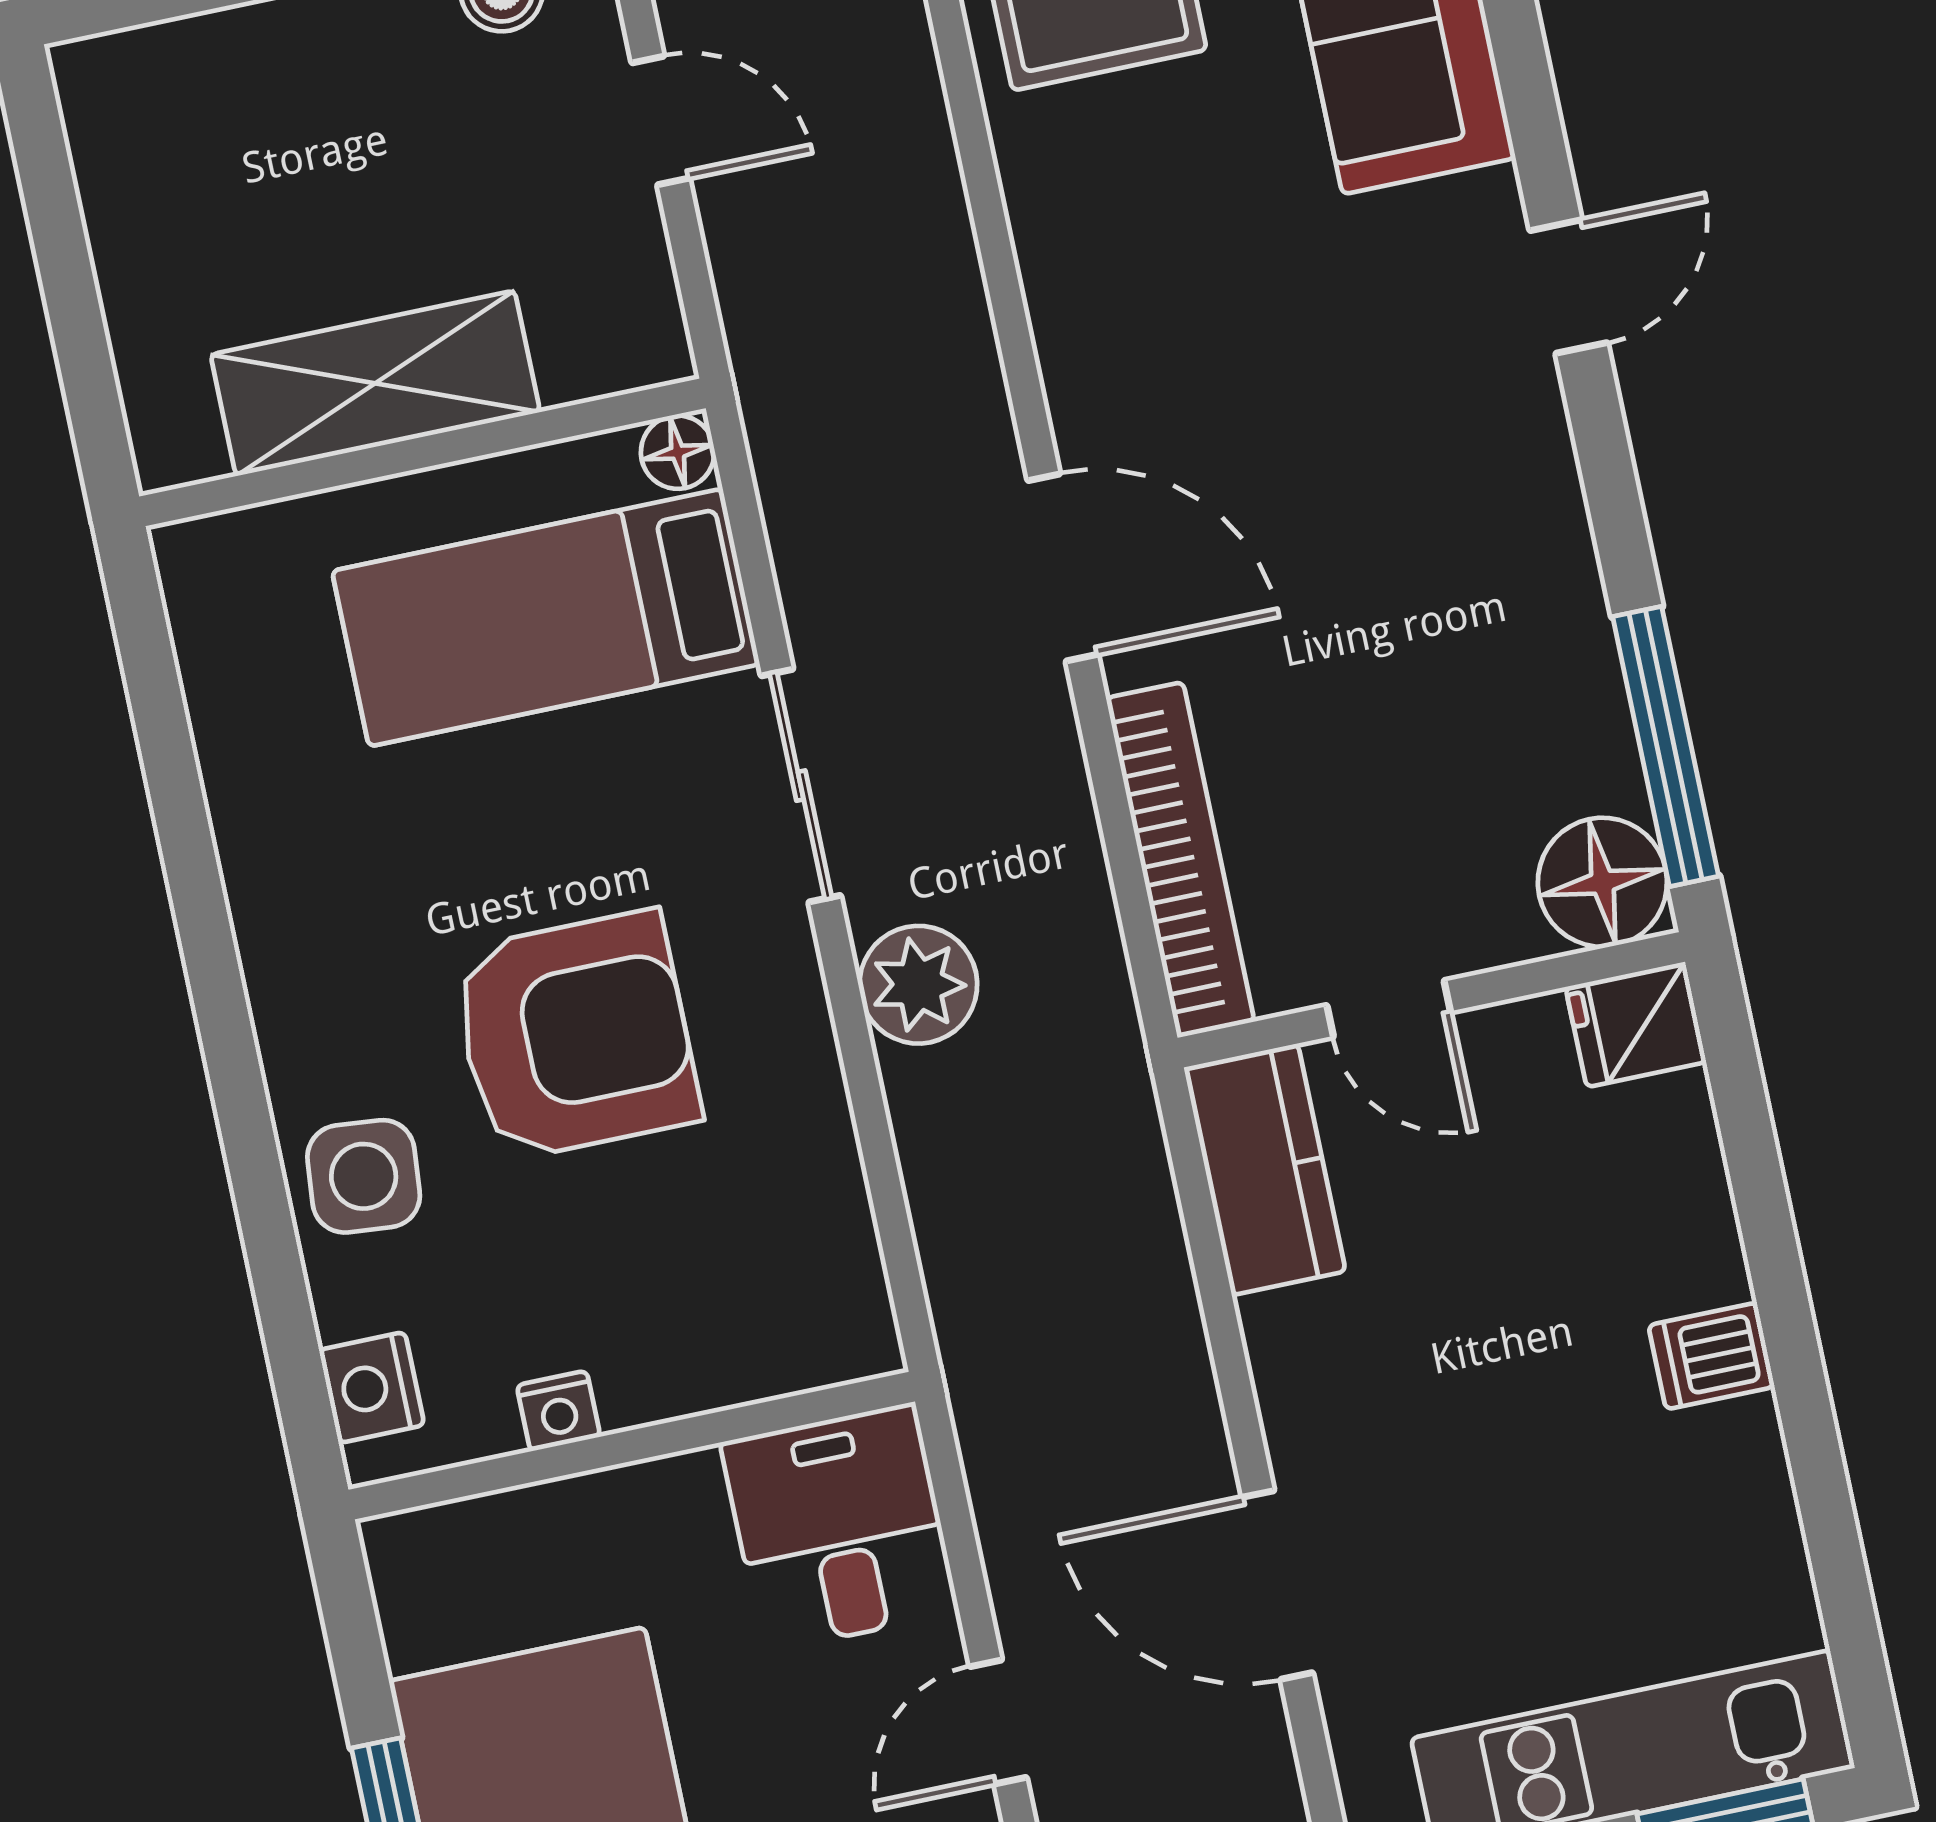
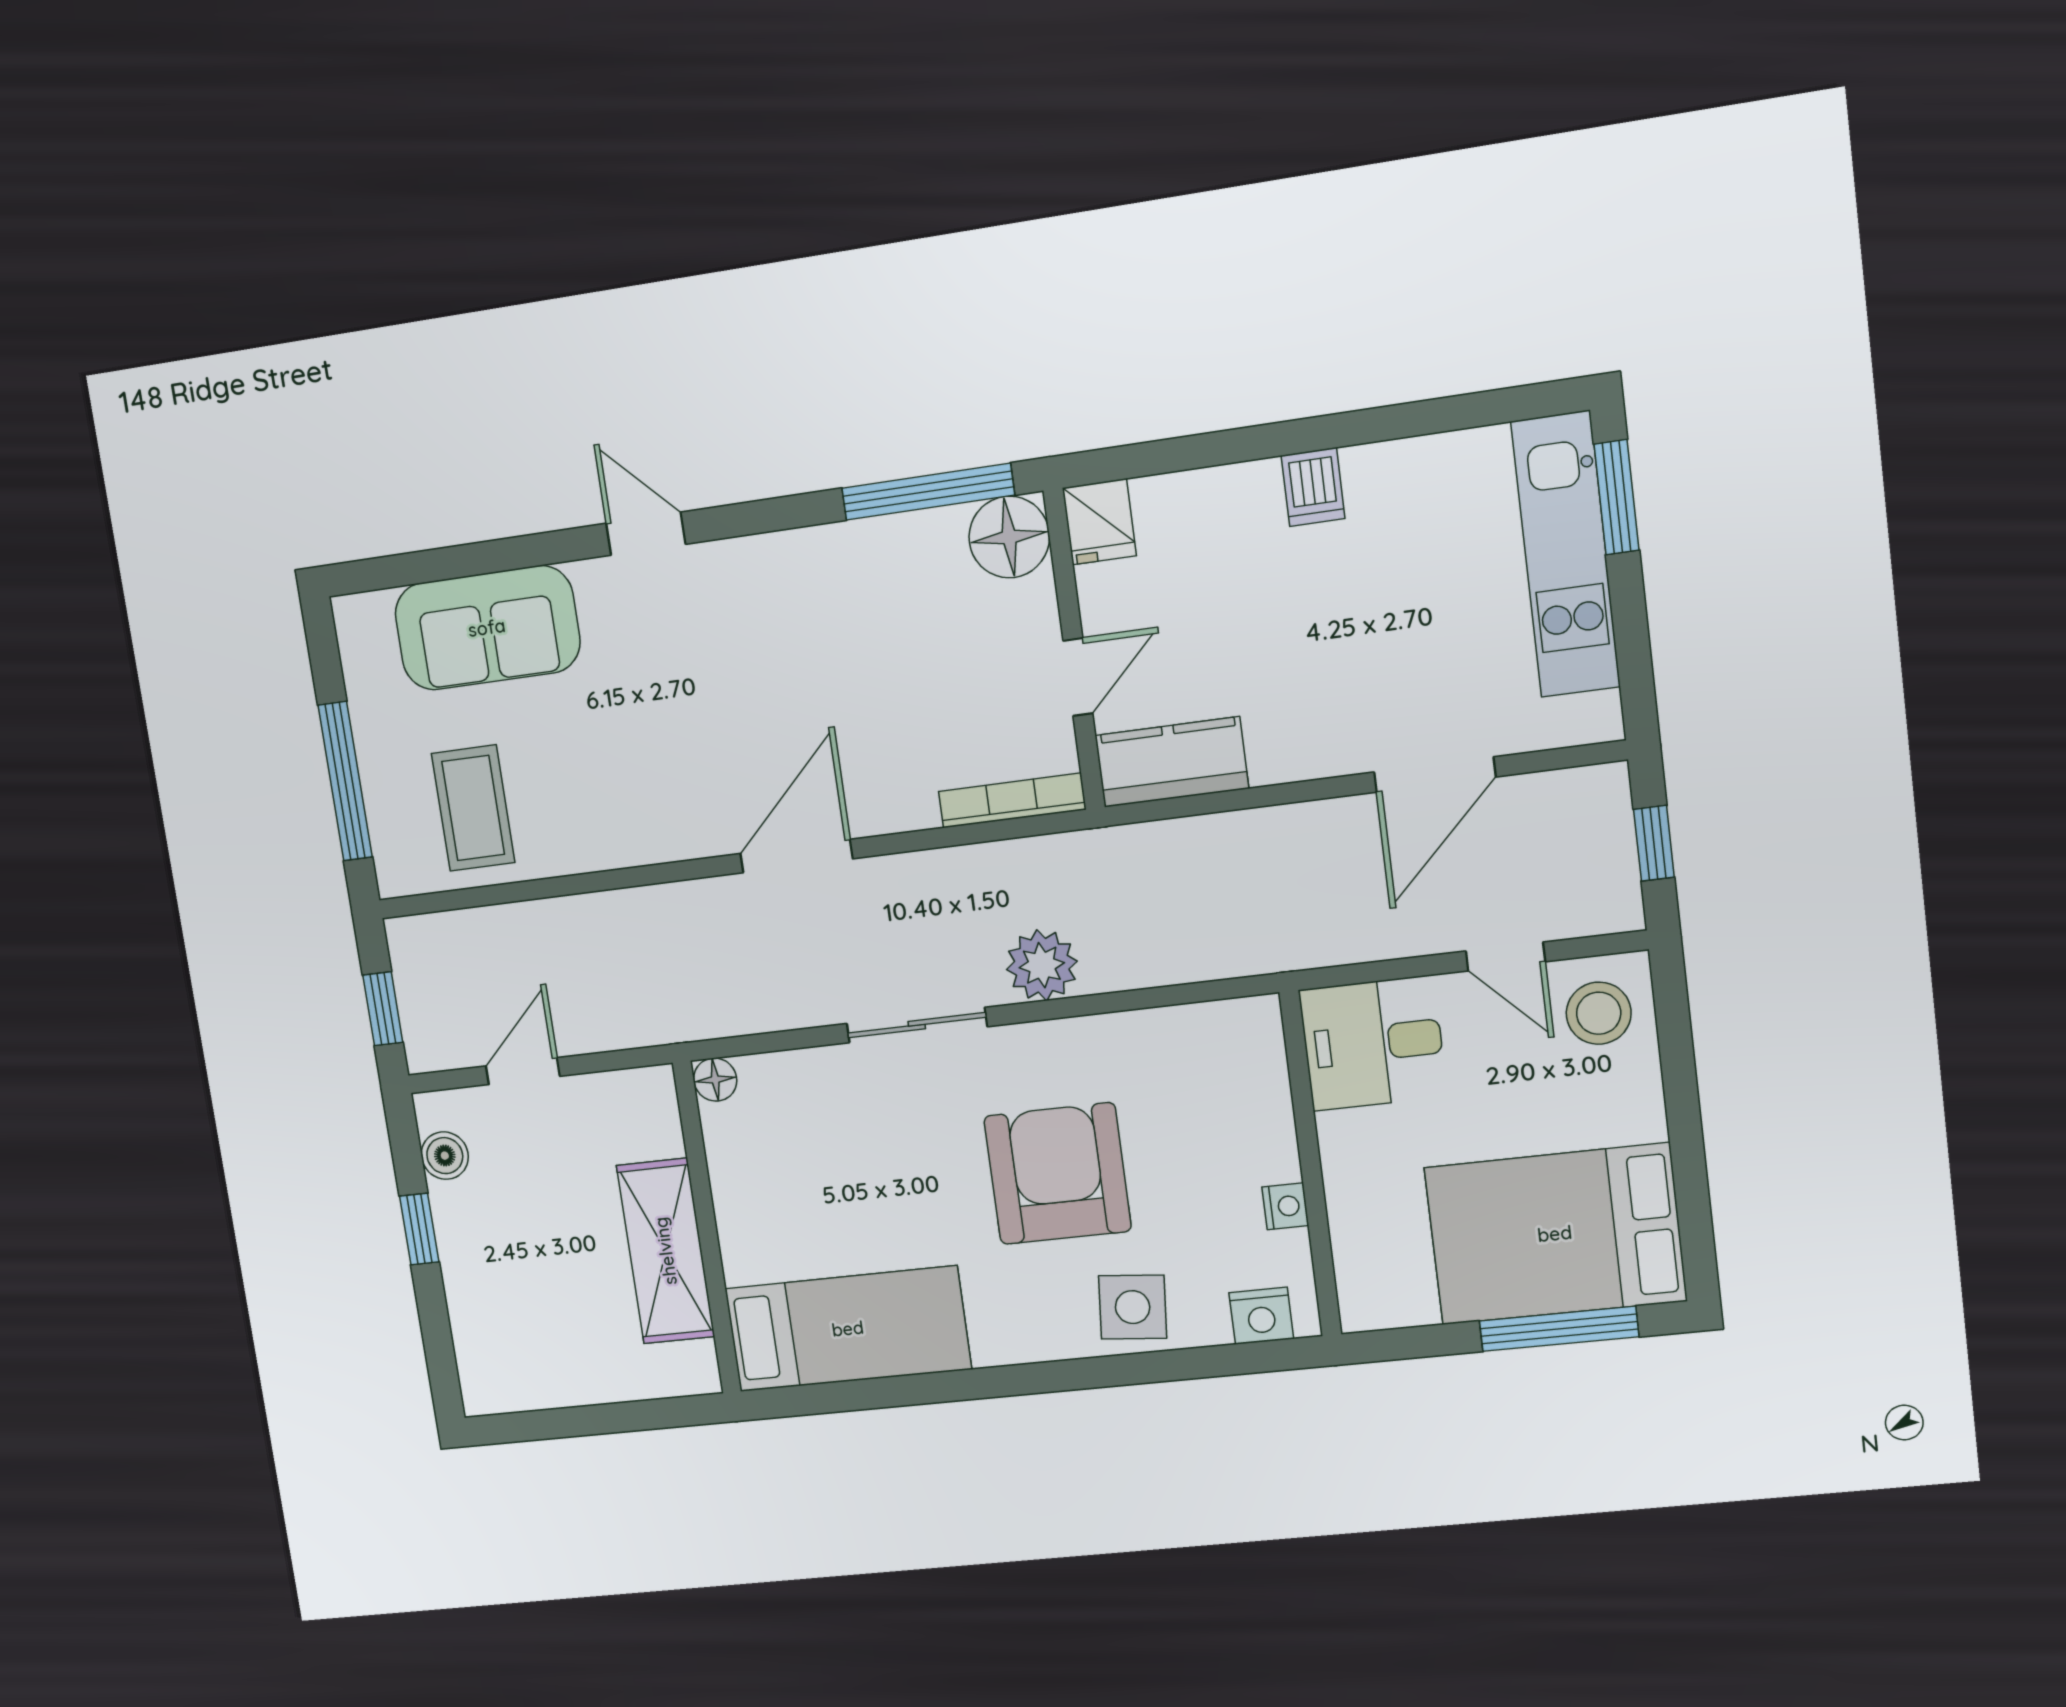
bed: (546, 618) -> (848, 1329), moved, turned -90
bookcase: (1180, 860) -> (1012, 800), width x0.68, depth x0.76

